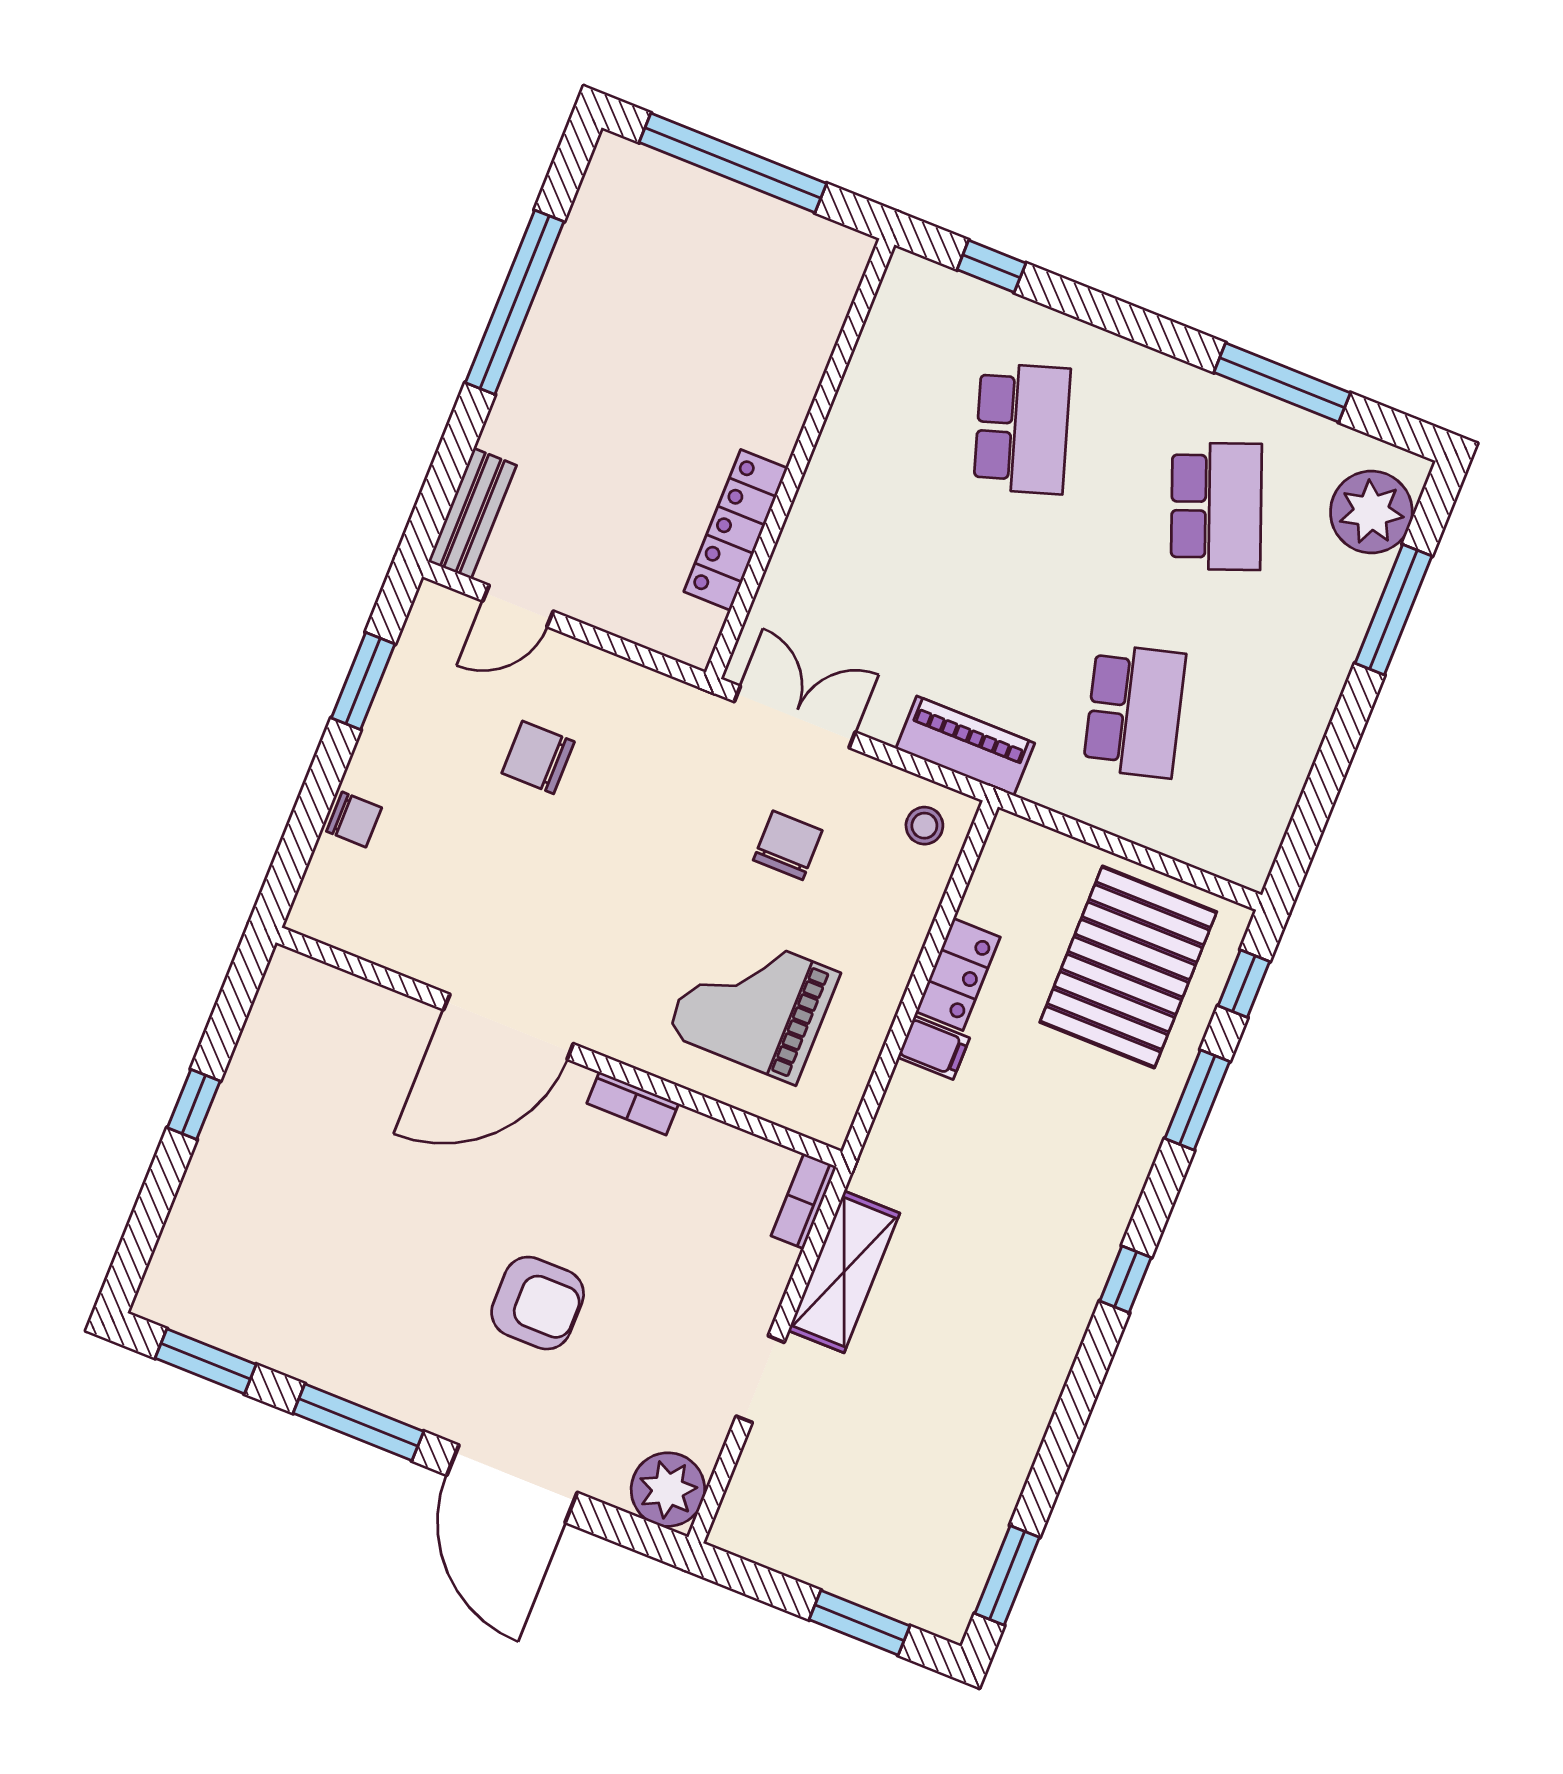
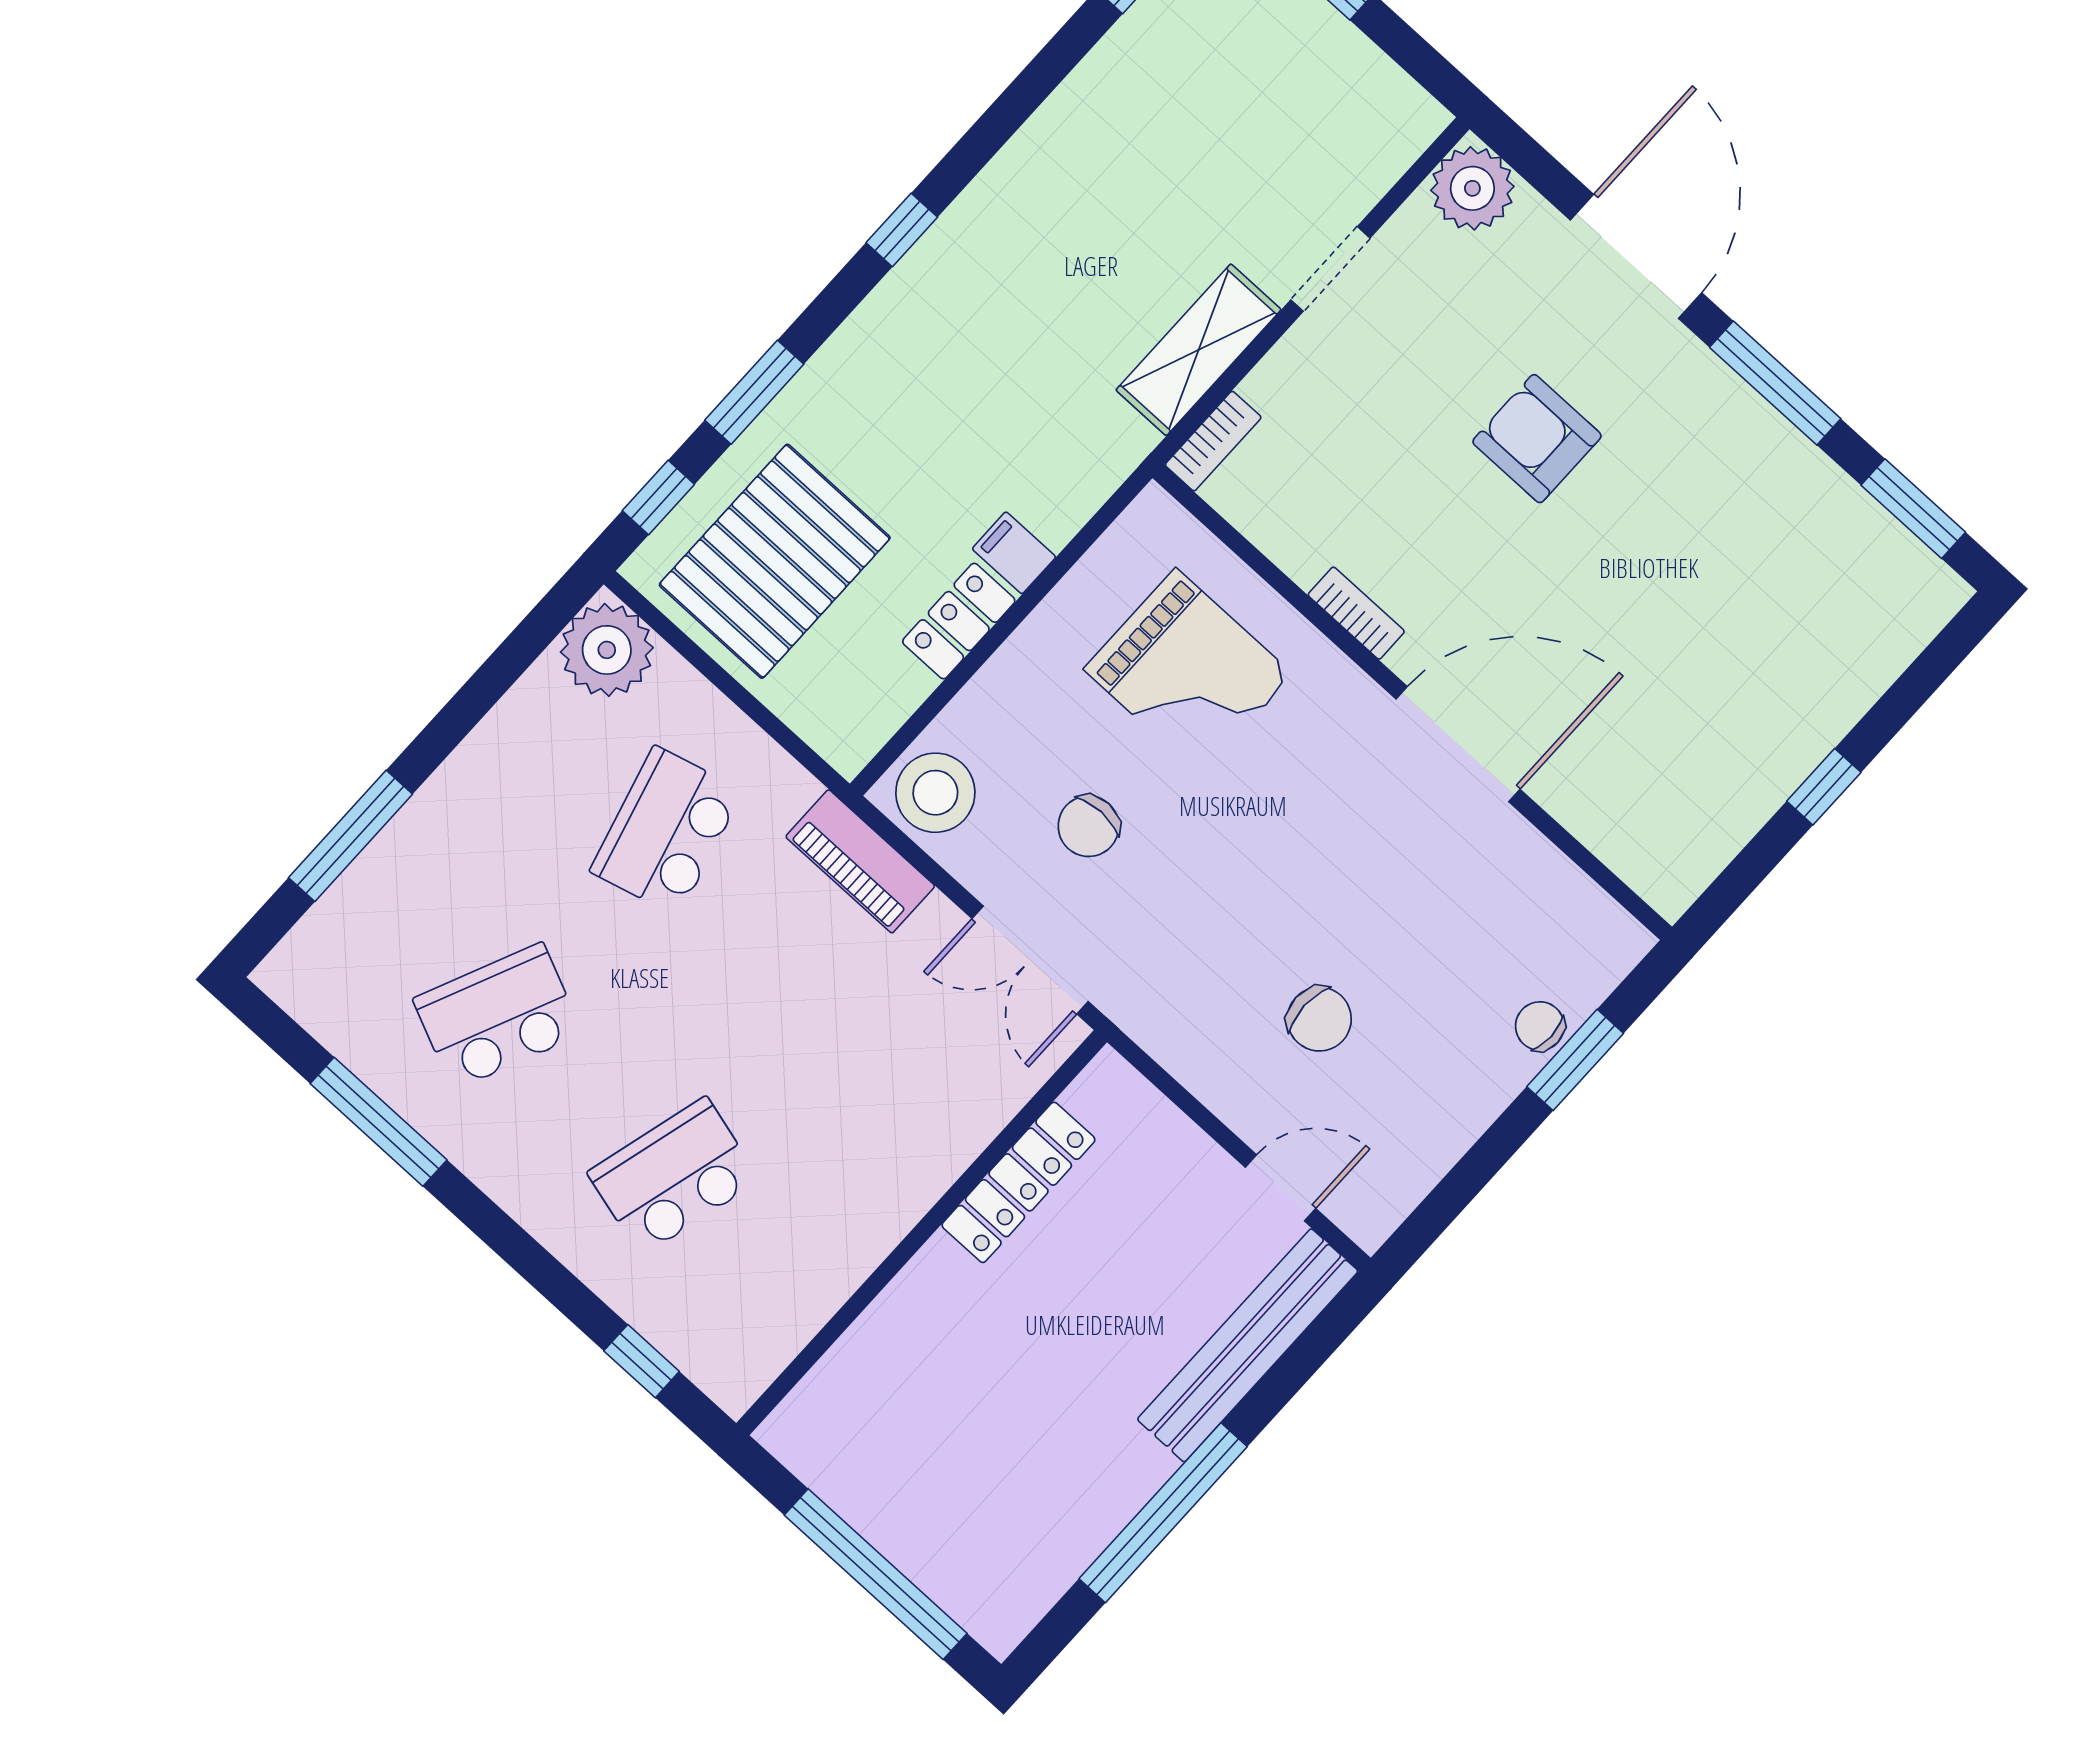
school desk: (1022, 429) -> (674, 1176), turned 33
school desk: (1216, 506) -> (498, 1016), turned 45
plant: (1371, 512) -> (607, 650), moved
bench: (472, 513) -> (1248, 1345), width x1.86, depth x1.21
window: (363, 681) -> (1575, 1060), moved
stool: (924, 826) -> (935, 793), width x1.89, depth x1.89

